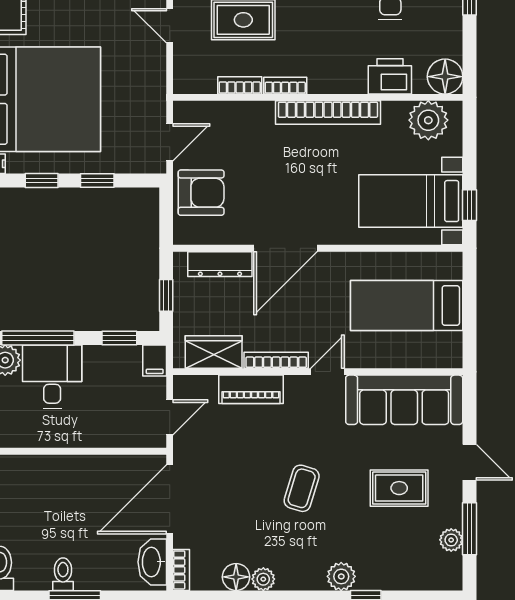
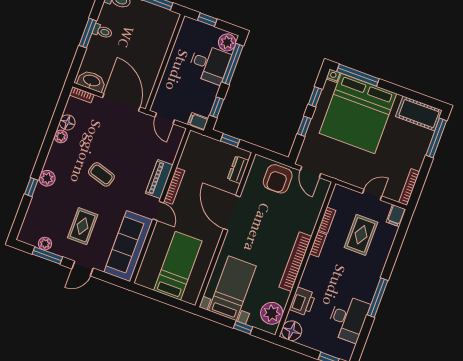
window: (469, 205) -> (243, 328), moved
dresser: (220, 264) -> (238, 170), width x0.70
wardrobe: (214, 352) -> (191, 154), removed
piano: (251, 389) -> (159, 179), moved

